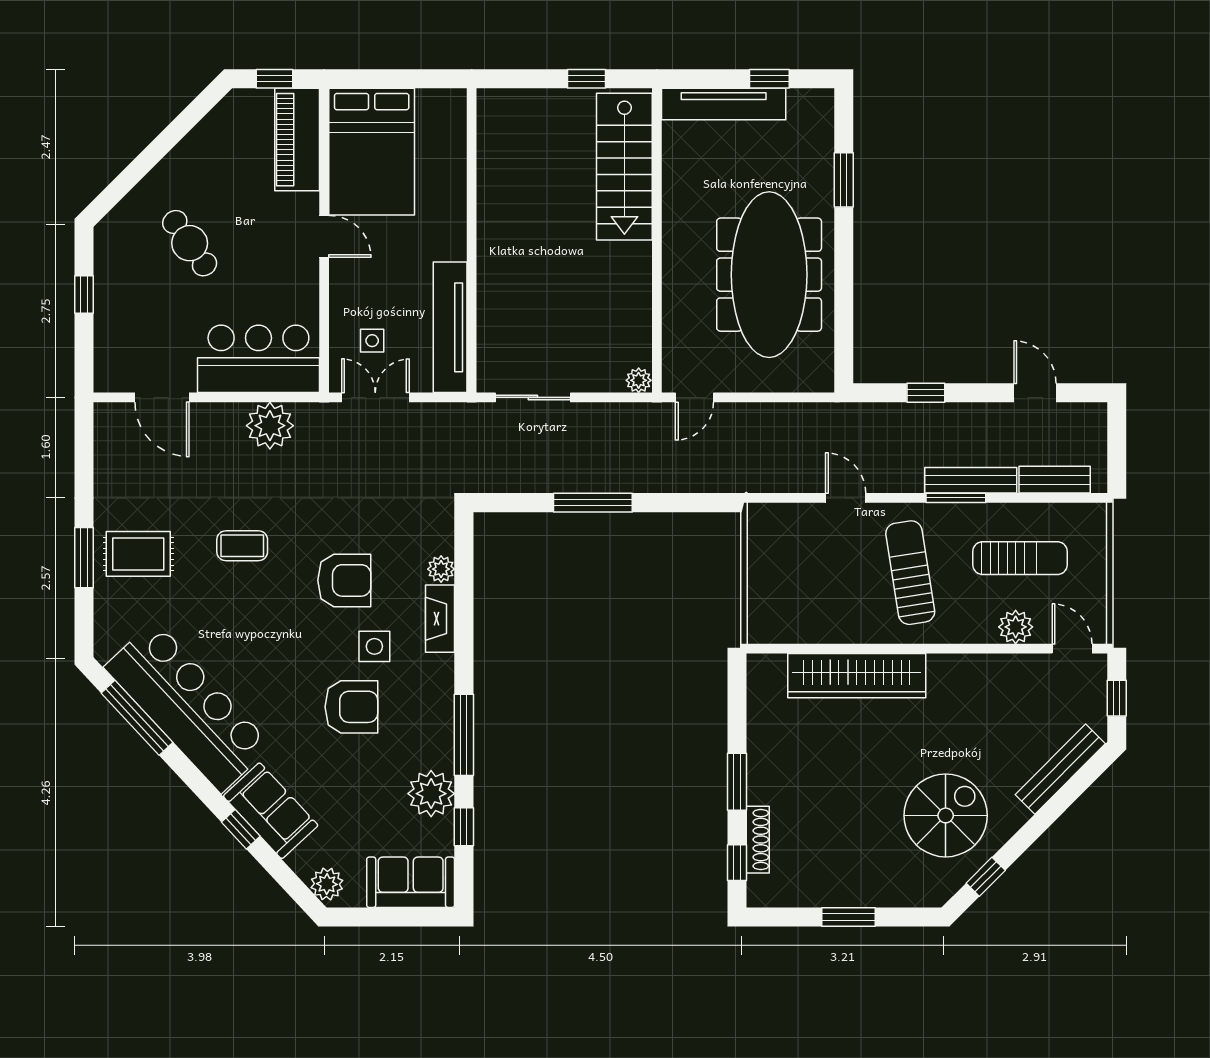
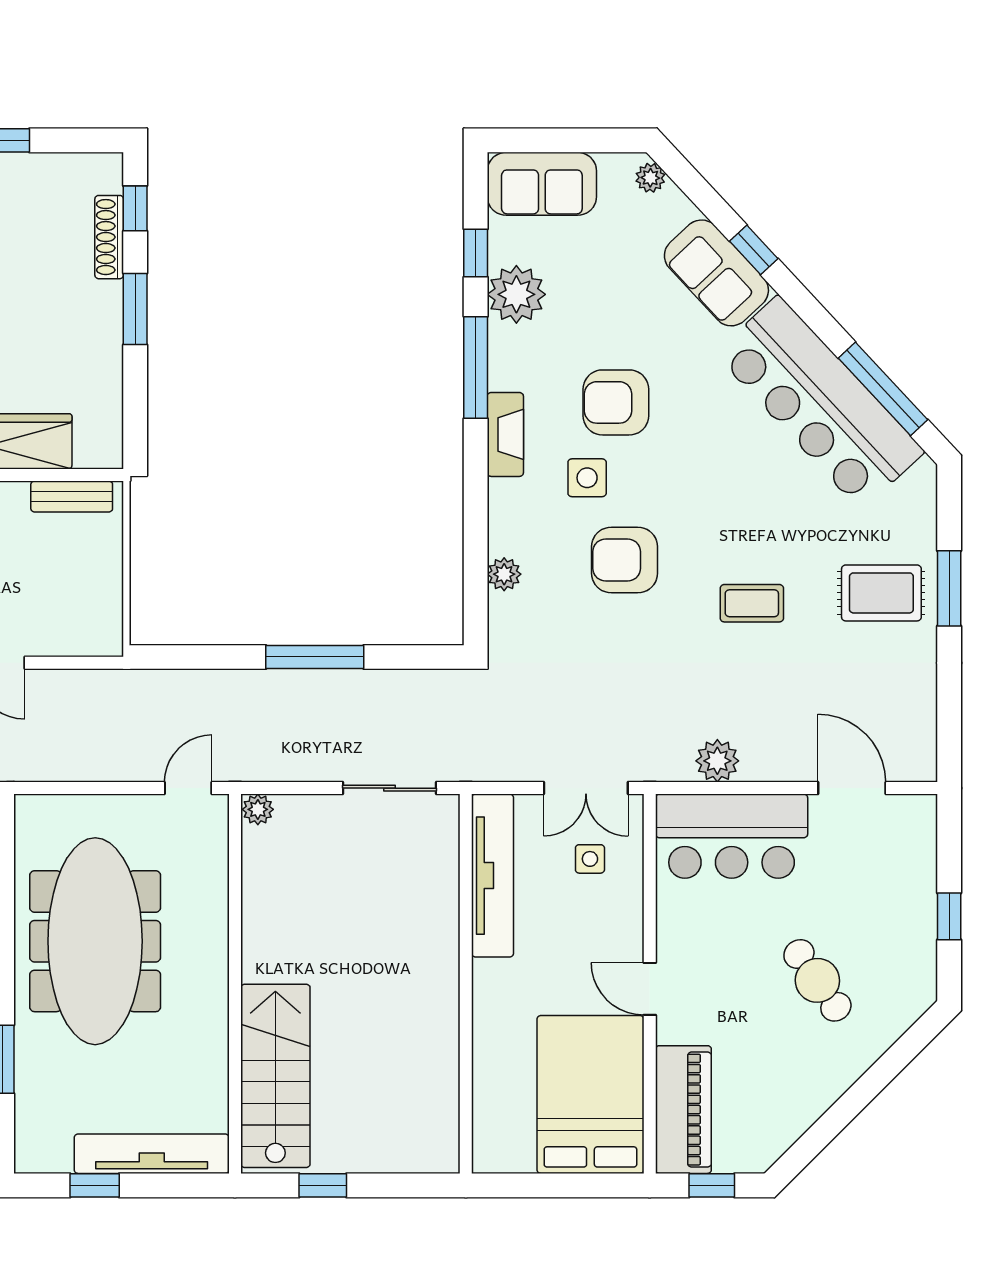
plant: (270, 426) -> (717, 761), width x0.73, depth x0.73
fireplace: (440, 619) -> (505, 434), moved
bench: (788, 631) -> (72, 496), added
plant: (327, 884) -> (650, 178), width x0.73, depth x0.73

